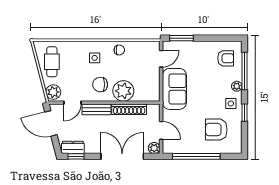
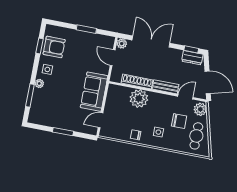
window: (182, 38) -> (63, 132), moved
armchair: (226, 58) -> (44, 110), removed
window: (244, 71) -> (30, 96), width x0.69
chair: (100, 85) -> (179, 121), moved
window: (244, 113) -> (39, 46), moved
armchair: (216, 130) -> (54, 47), moved
double door: (122, 156) -> (151, 42), swing flipped
window: (196, 156) -> (86, 29), width x0.47

